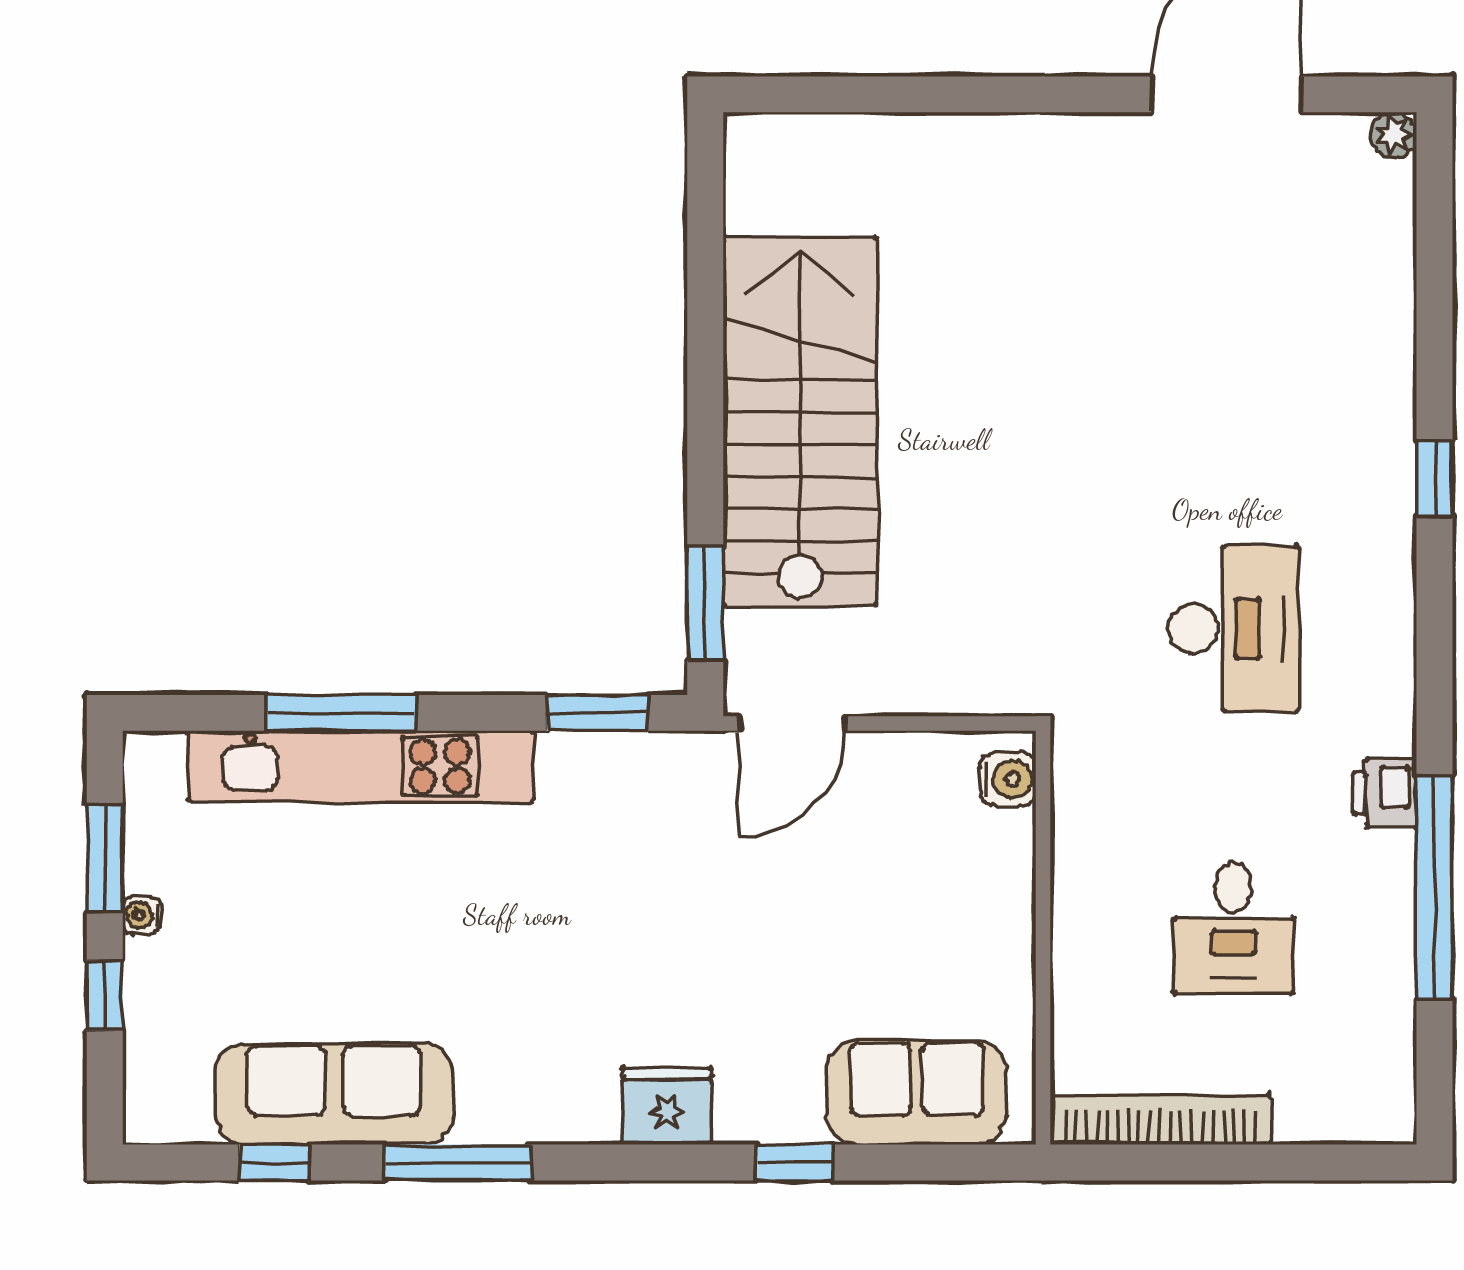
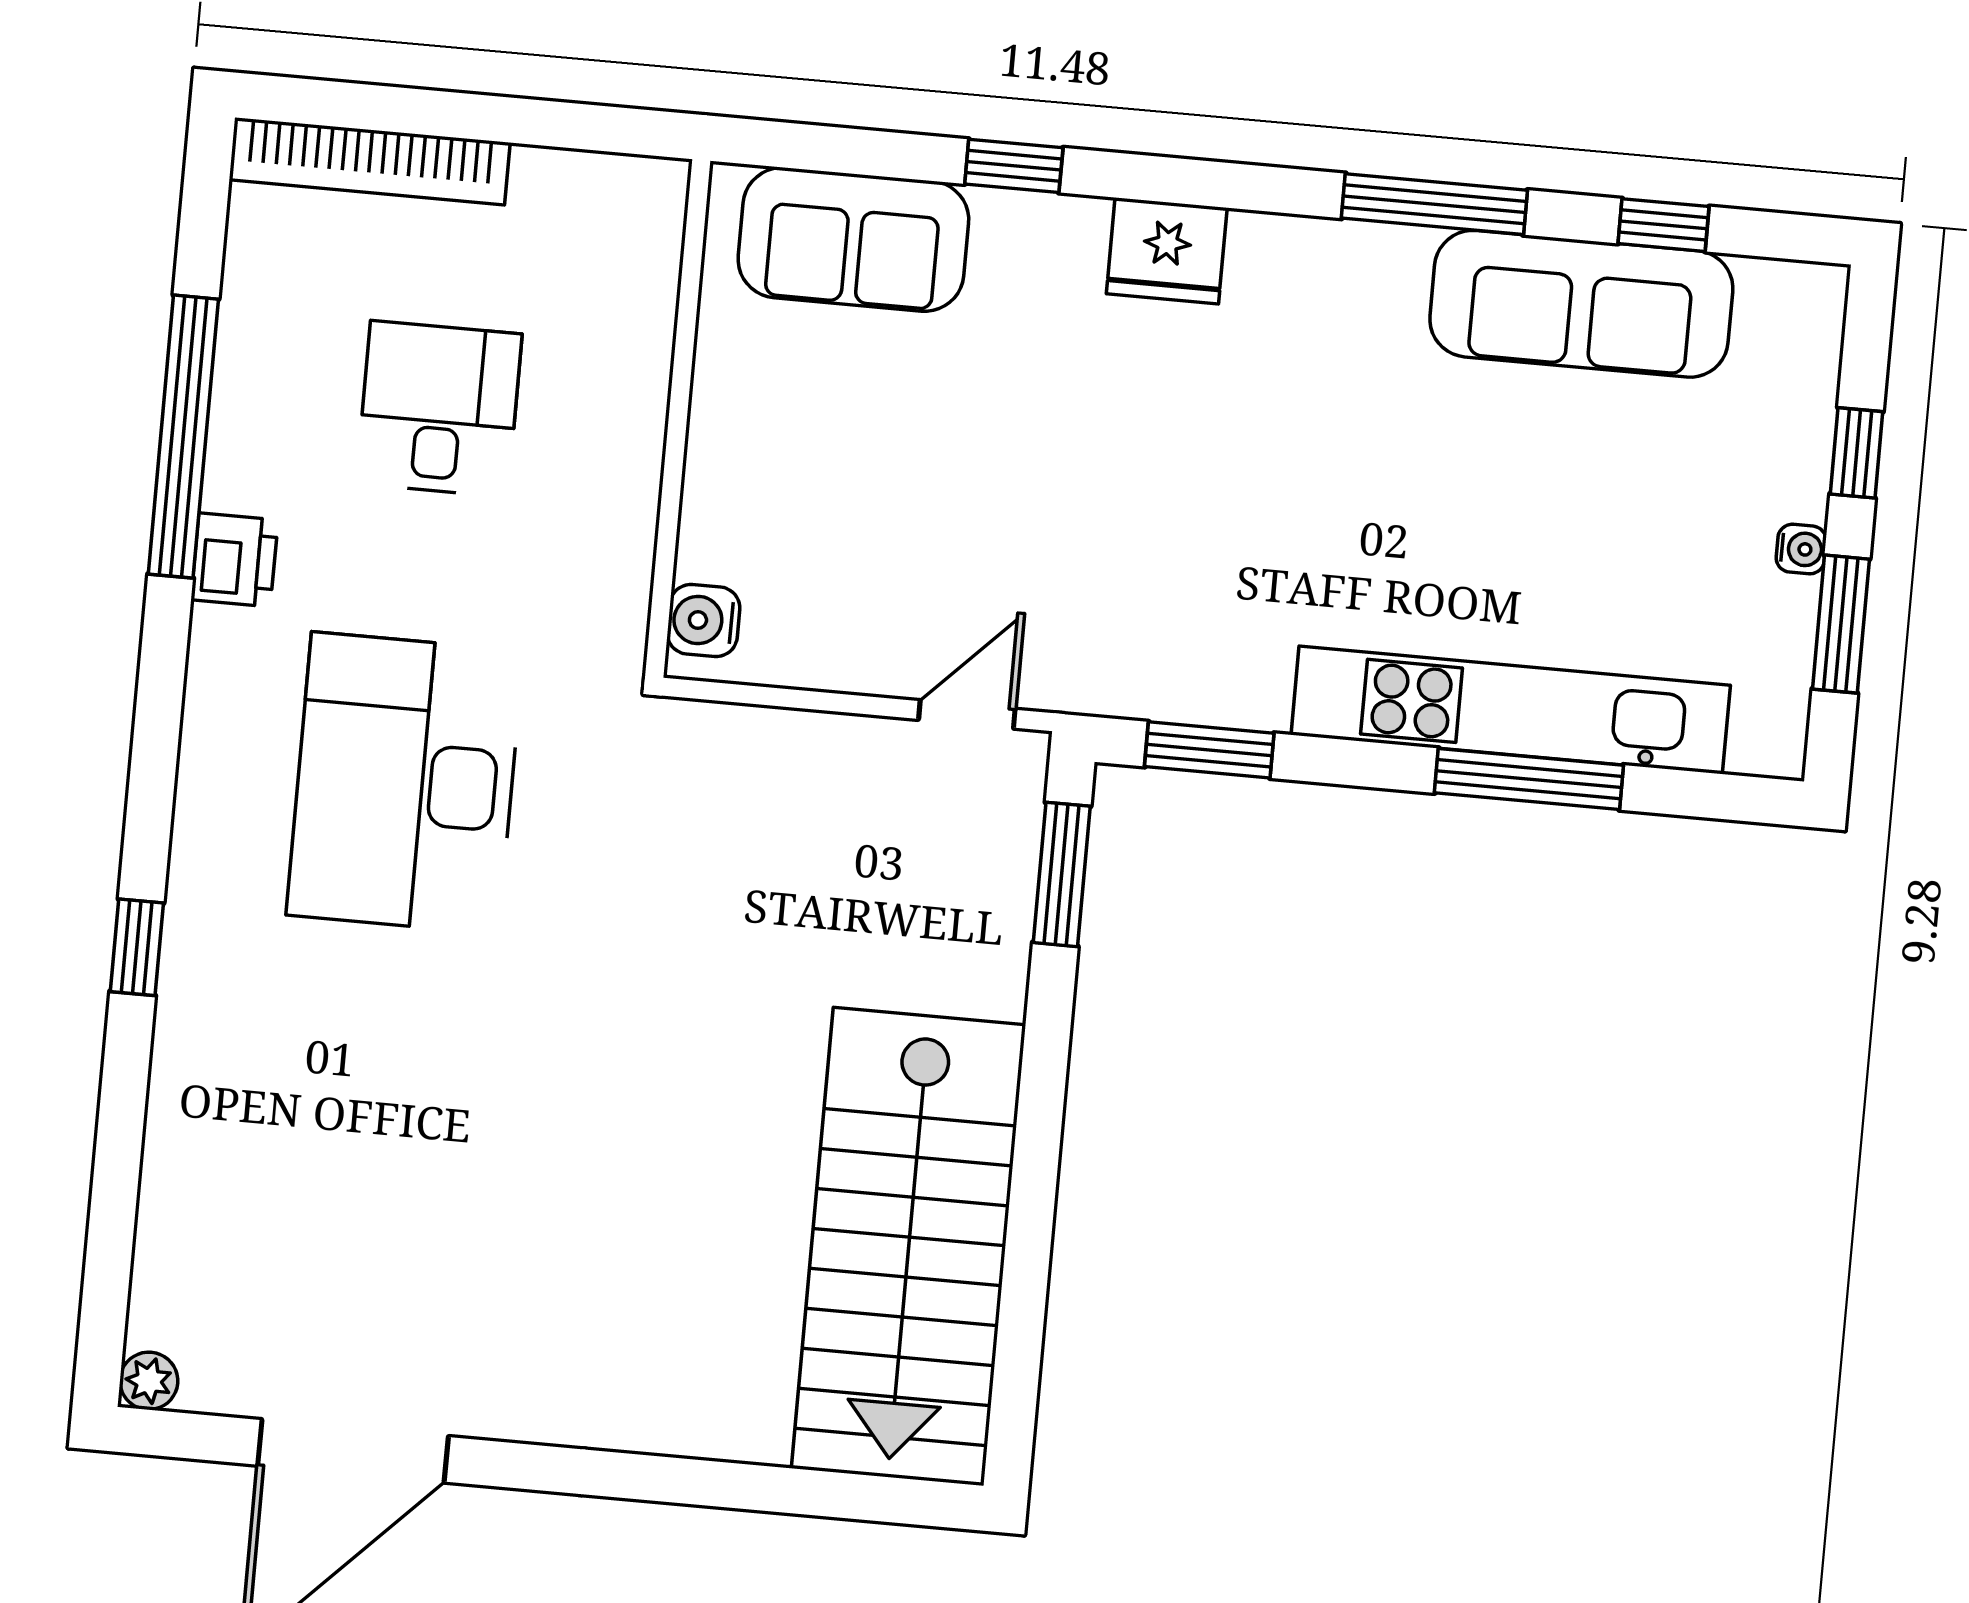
stairs: (800, 421) -> (908, 1246), moved
desk: (1233, 628) -> (405, 783), width x1.36, depth x1.30
door: (792, 724) -> (967, 714), width x0.73
bookcase: (1160, 1120) -> (370, 161), moved

